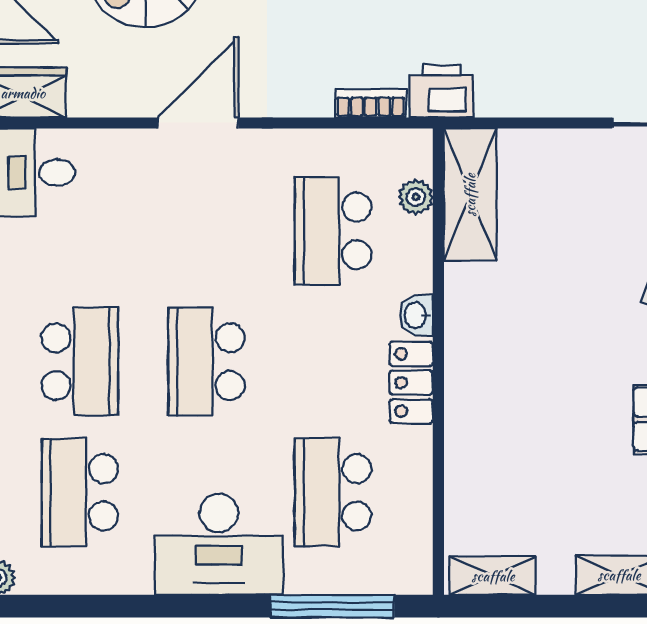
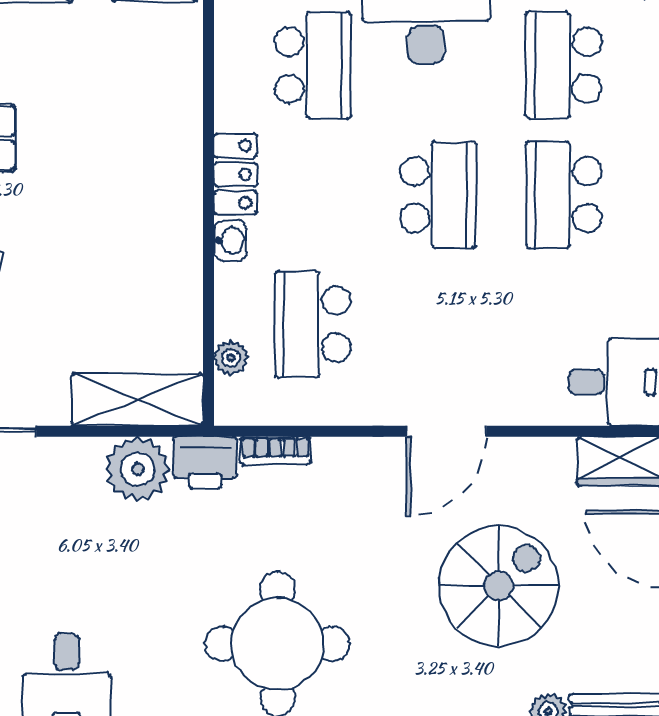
plant: (510, 85) -> (138, 469), added
shelving: (470, 195) -> (137, 400), moved, turned 90
school desk: (333, 231) -> (313, 324), turned 180
school desk: (80, 492) -> (564, 65), turned 180

